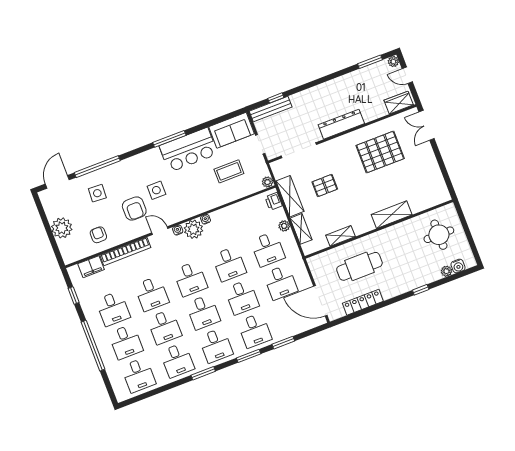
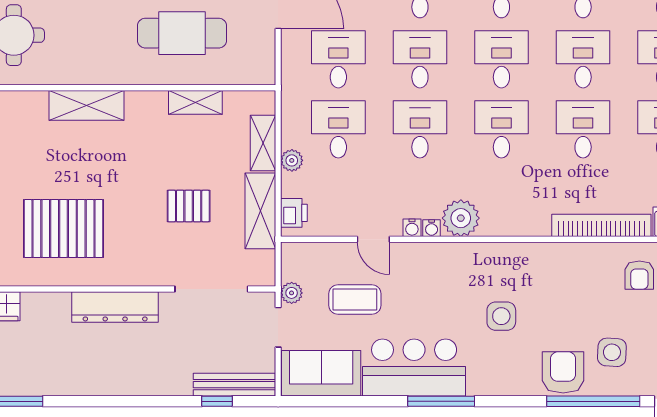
plant: (267, 182) -> (292, 293), moved
armchair: (134, 209) -> (563, 372), moved
water cooler: (178, 230) -> (412, 228), moved
door: (160, 231) -> (373, 239), moved

